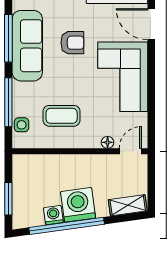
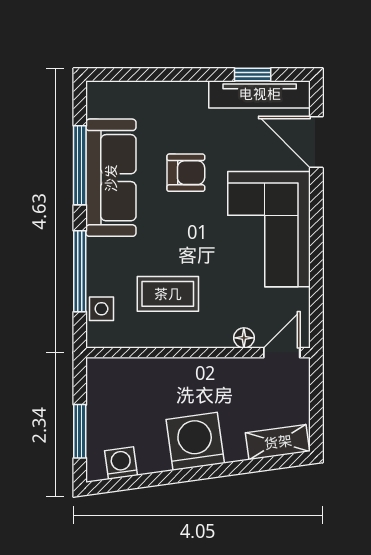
washing machine: (53, 215) -> (121, 463), moved
window: (67, 226) -> (176, 476), removed

